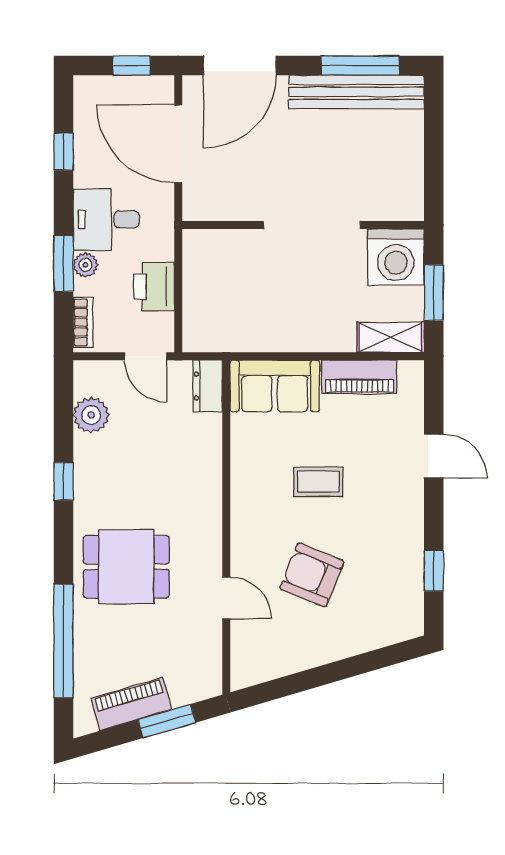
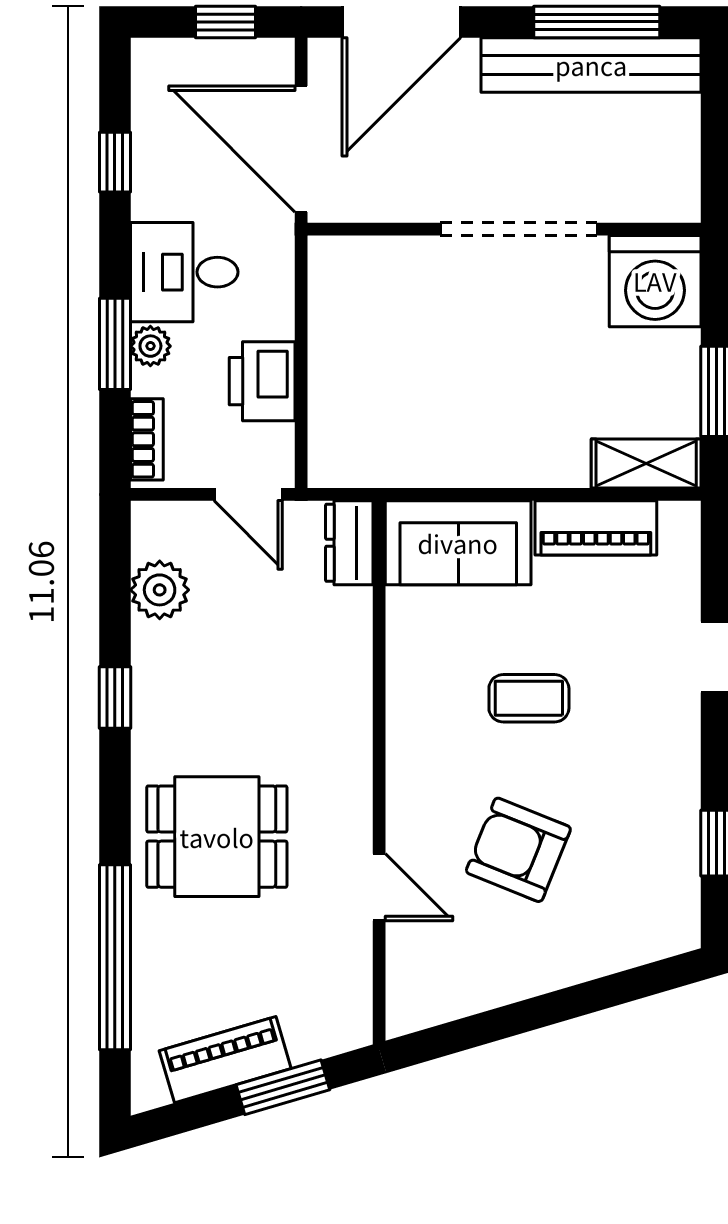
wall: (303, 225) -> (504, 229), moved
doorway: (312, 225) -> (519, 229), moved
washing machine: (396, 257) -> (655, 281), moved

